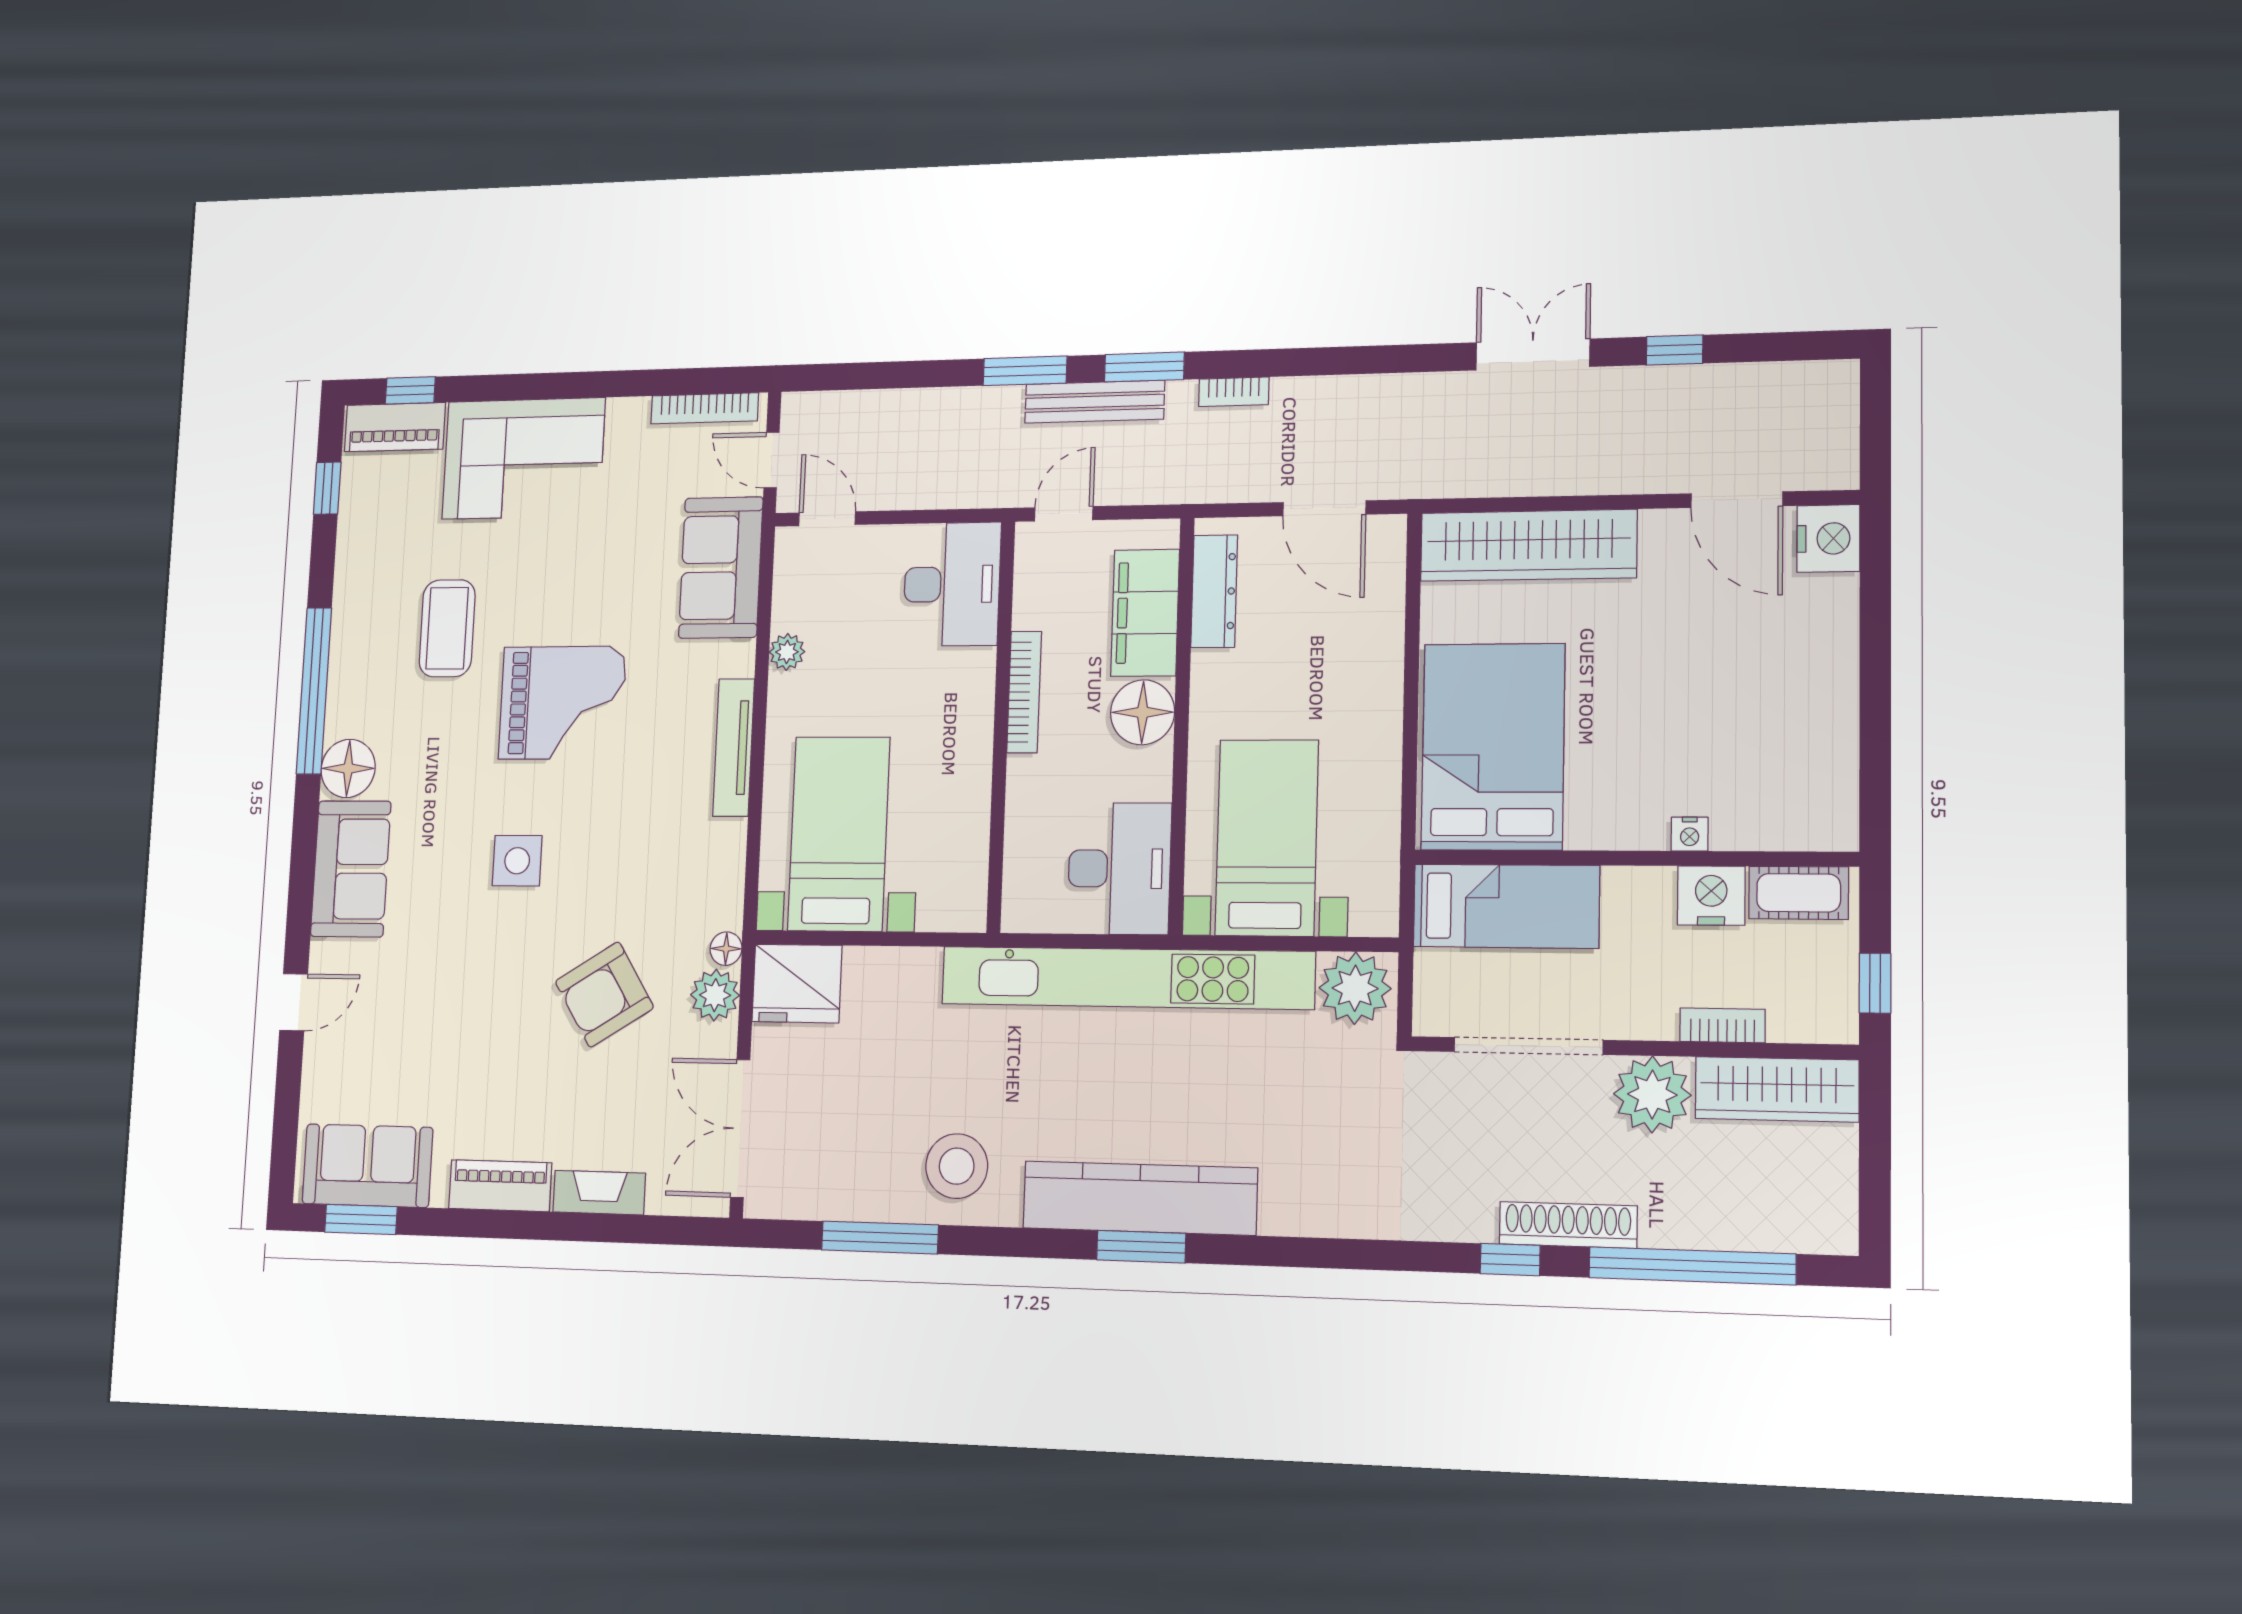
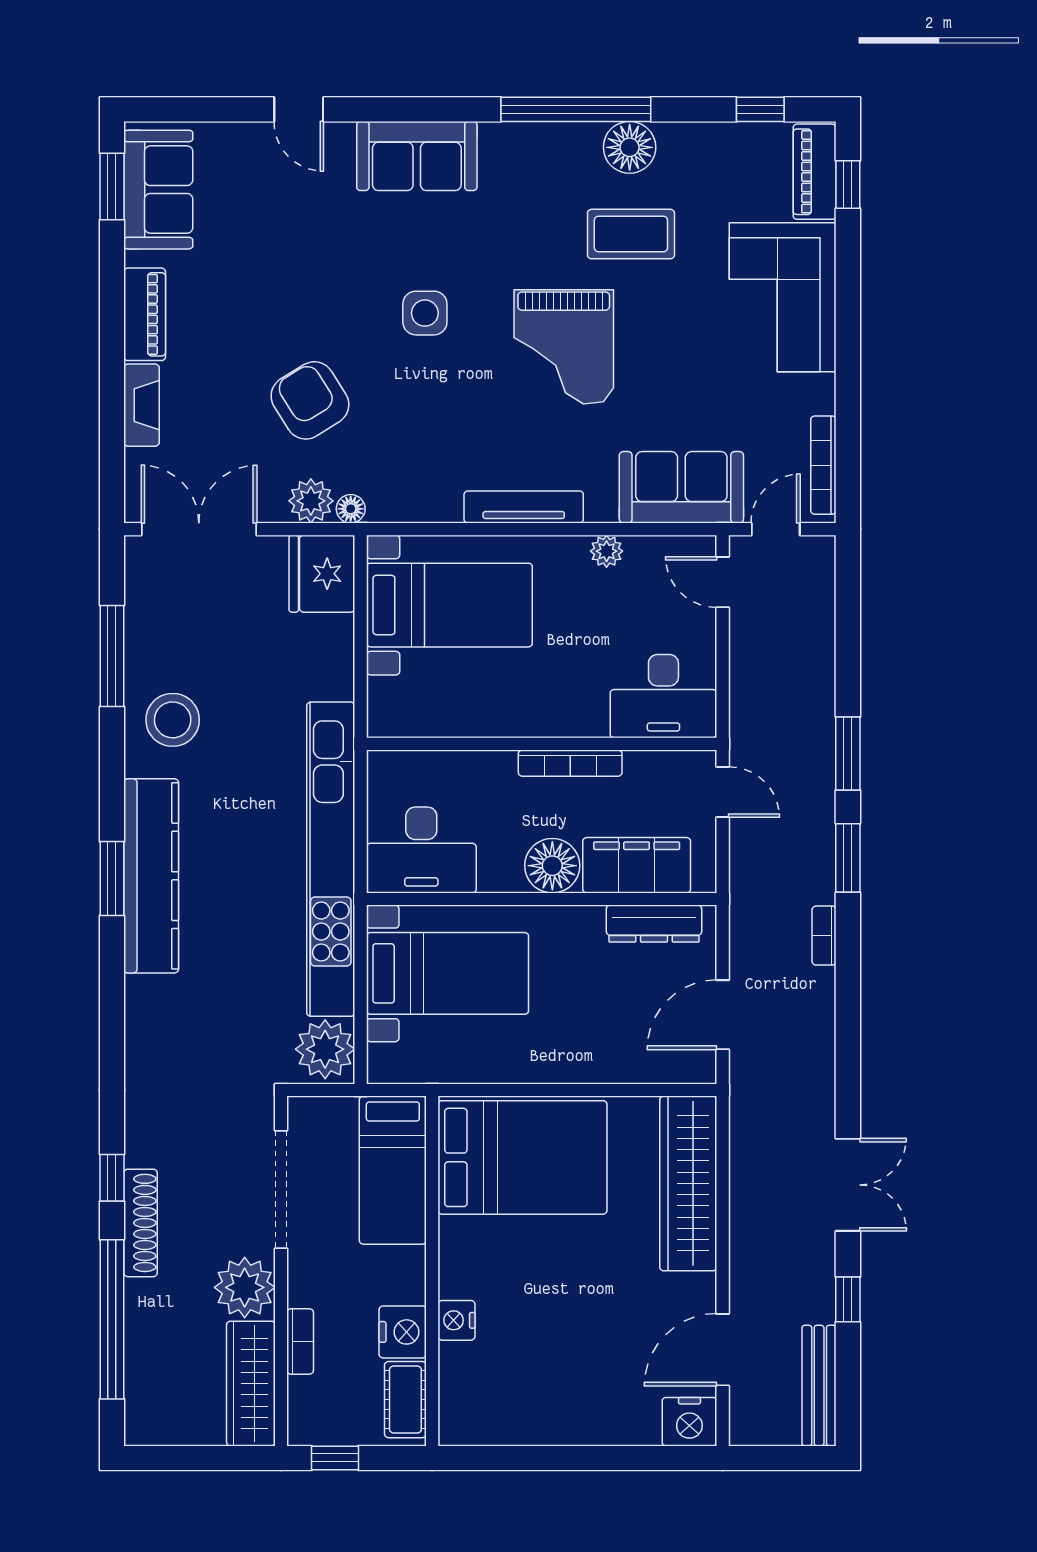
bench: (1095, 402) -> (819, 1386), moved
door: (827, 519) -> (723, 582), swing flipped
floor lamp: (348, 768) -> (630, 147), moved
nightstand: (1690, 834) -> (457, 1320), width x1.39, depth x1.35

